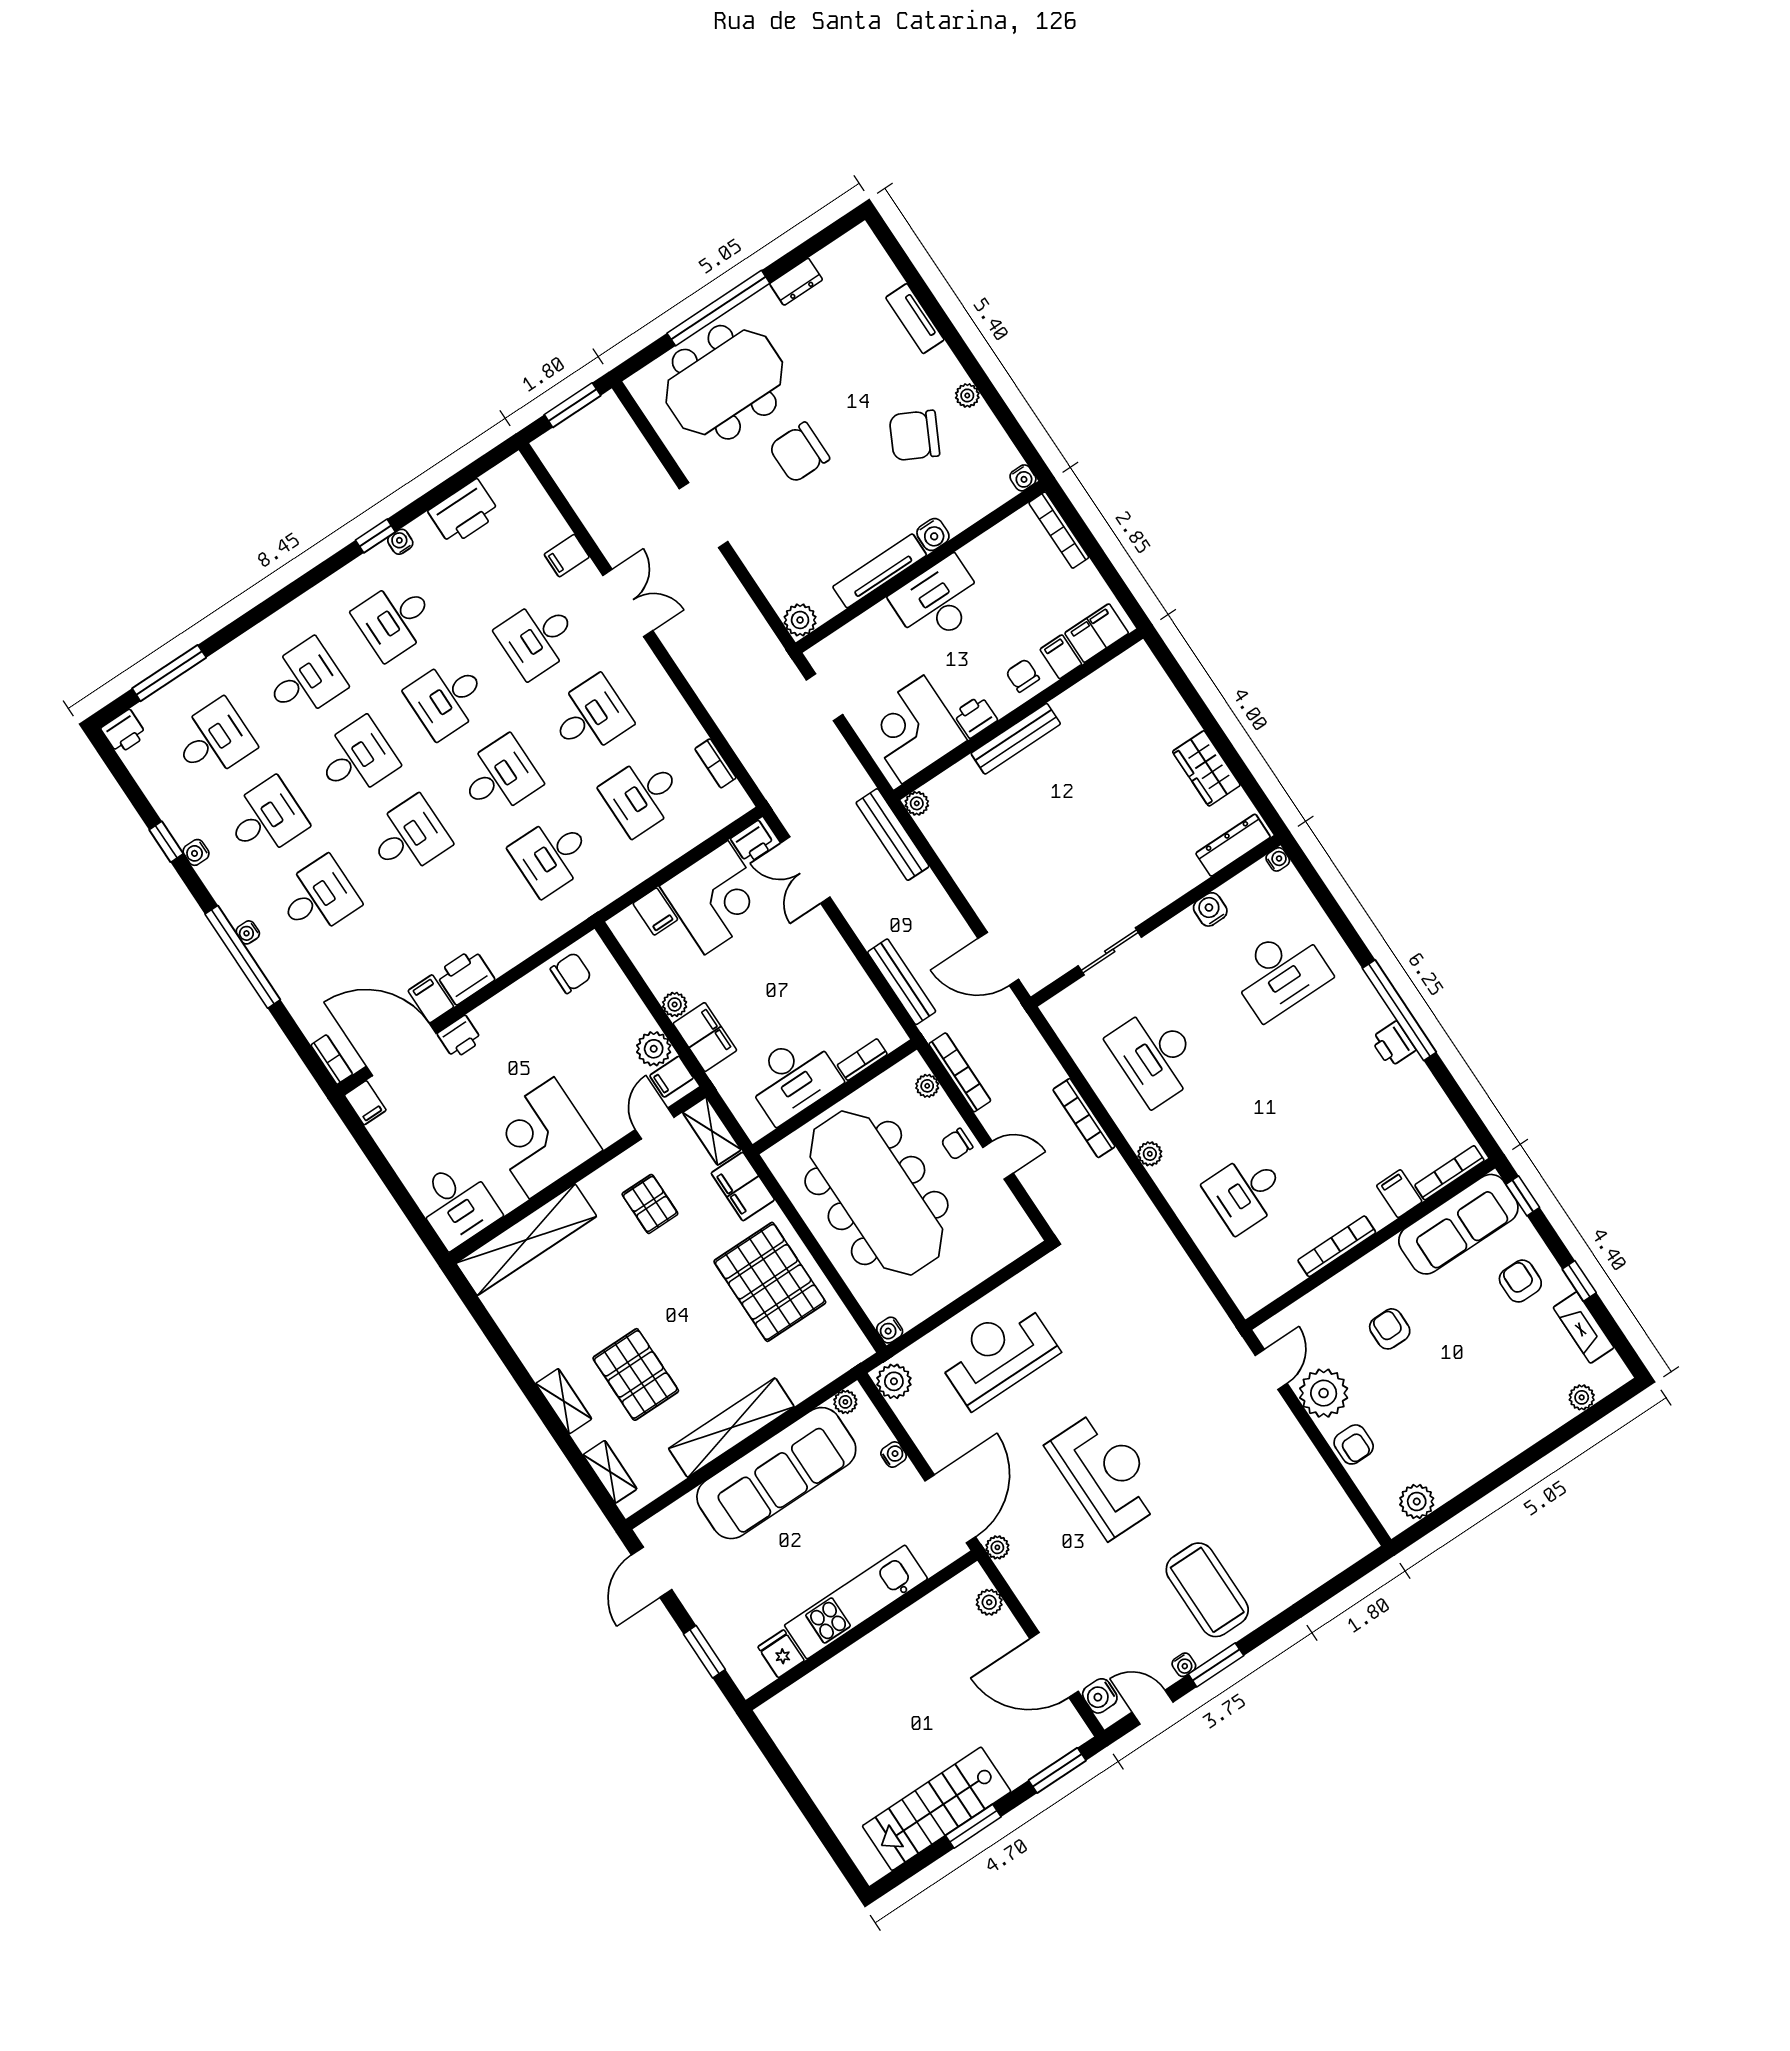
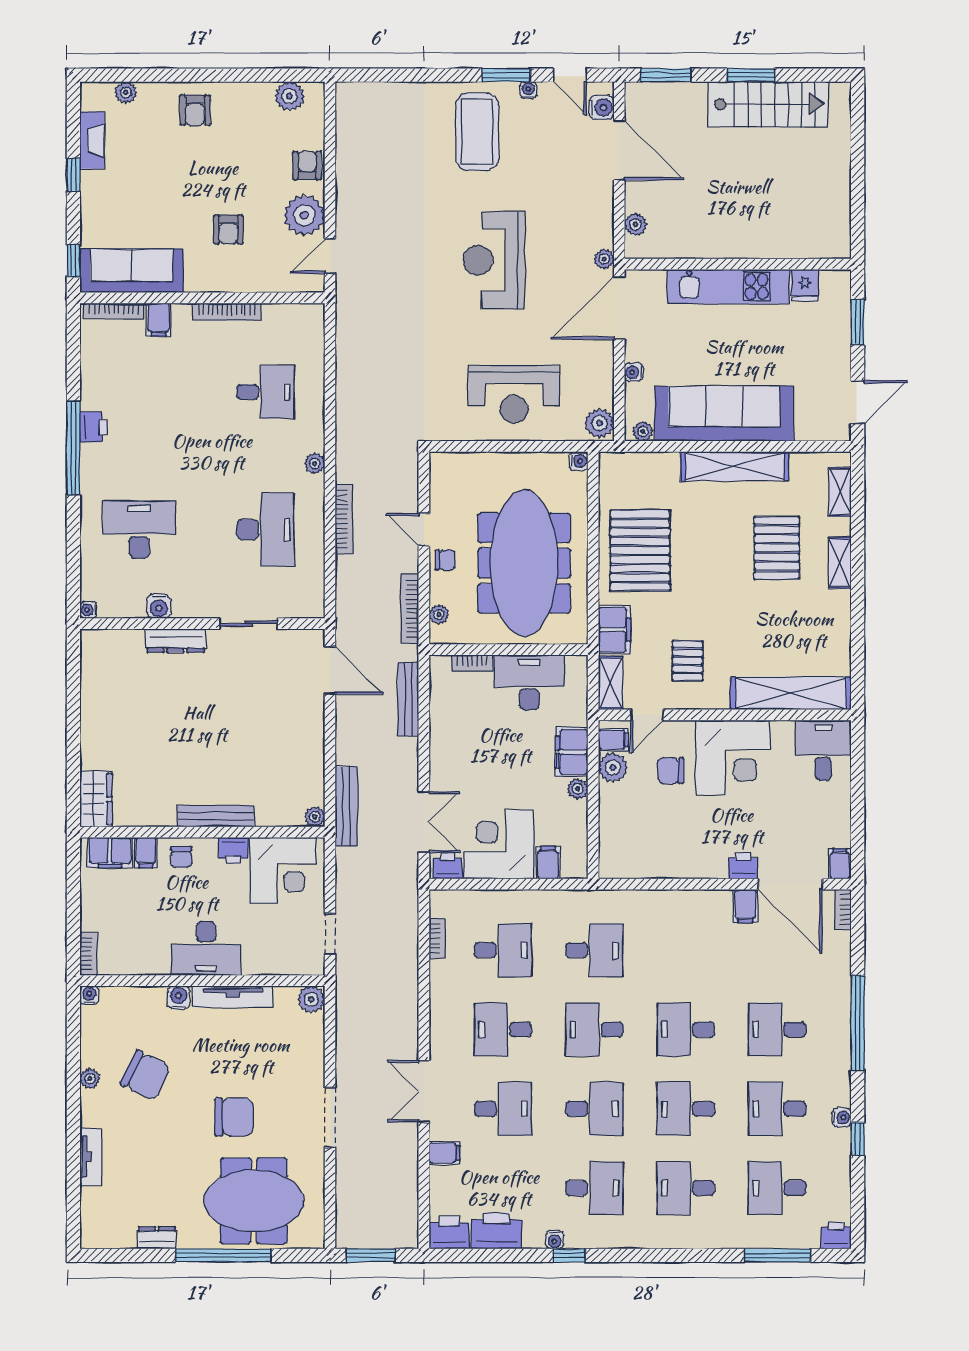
bookcase: (1059, 530) -> (88, 954), width x0.64
wardrobe: (1206, 768) -> (96, 799), moved
dresser: (1233, 845) -> (176, 641), moved
water cooler: (248, 932) -> (843, 1037), removed
chair: (571, 973) -> (671, 771), moved
printer: (465, 976) -> (449, 1233), moved, turned 180
armchair: (1520, 1281) -> (195, 110), moved

